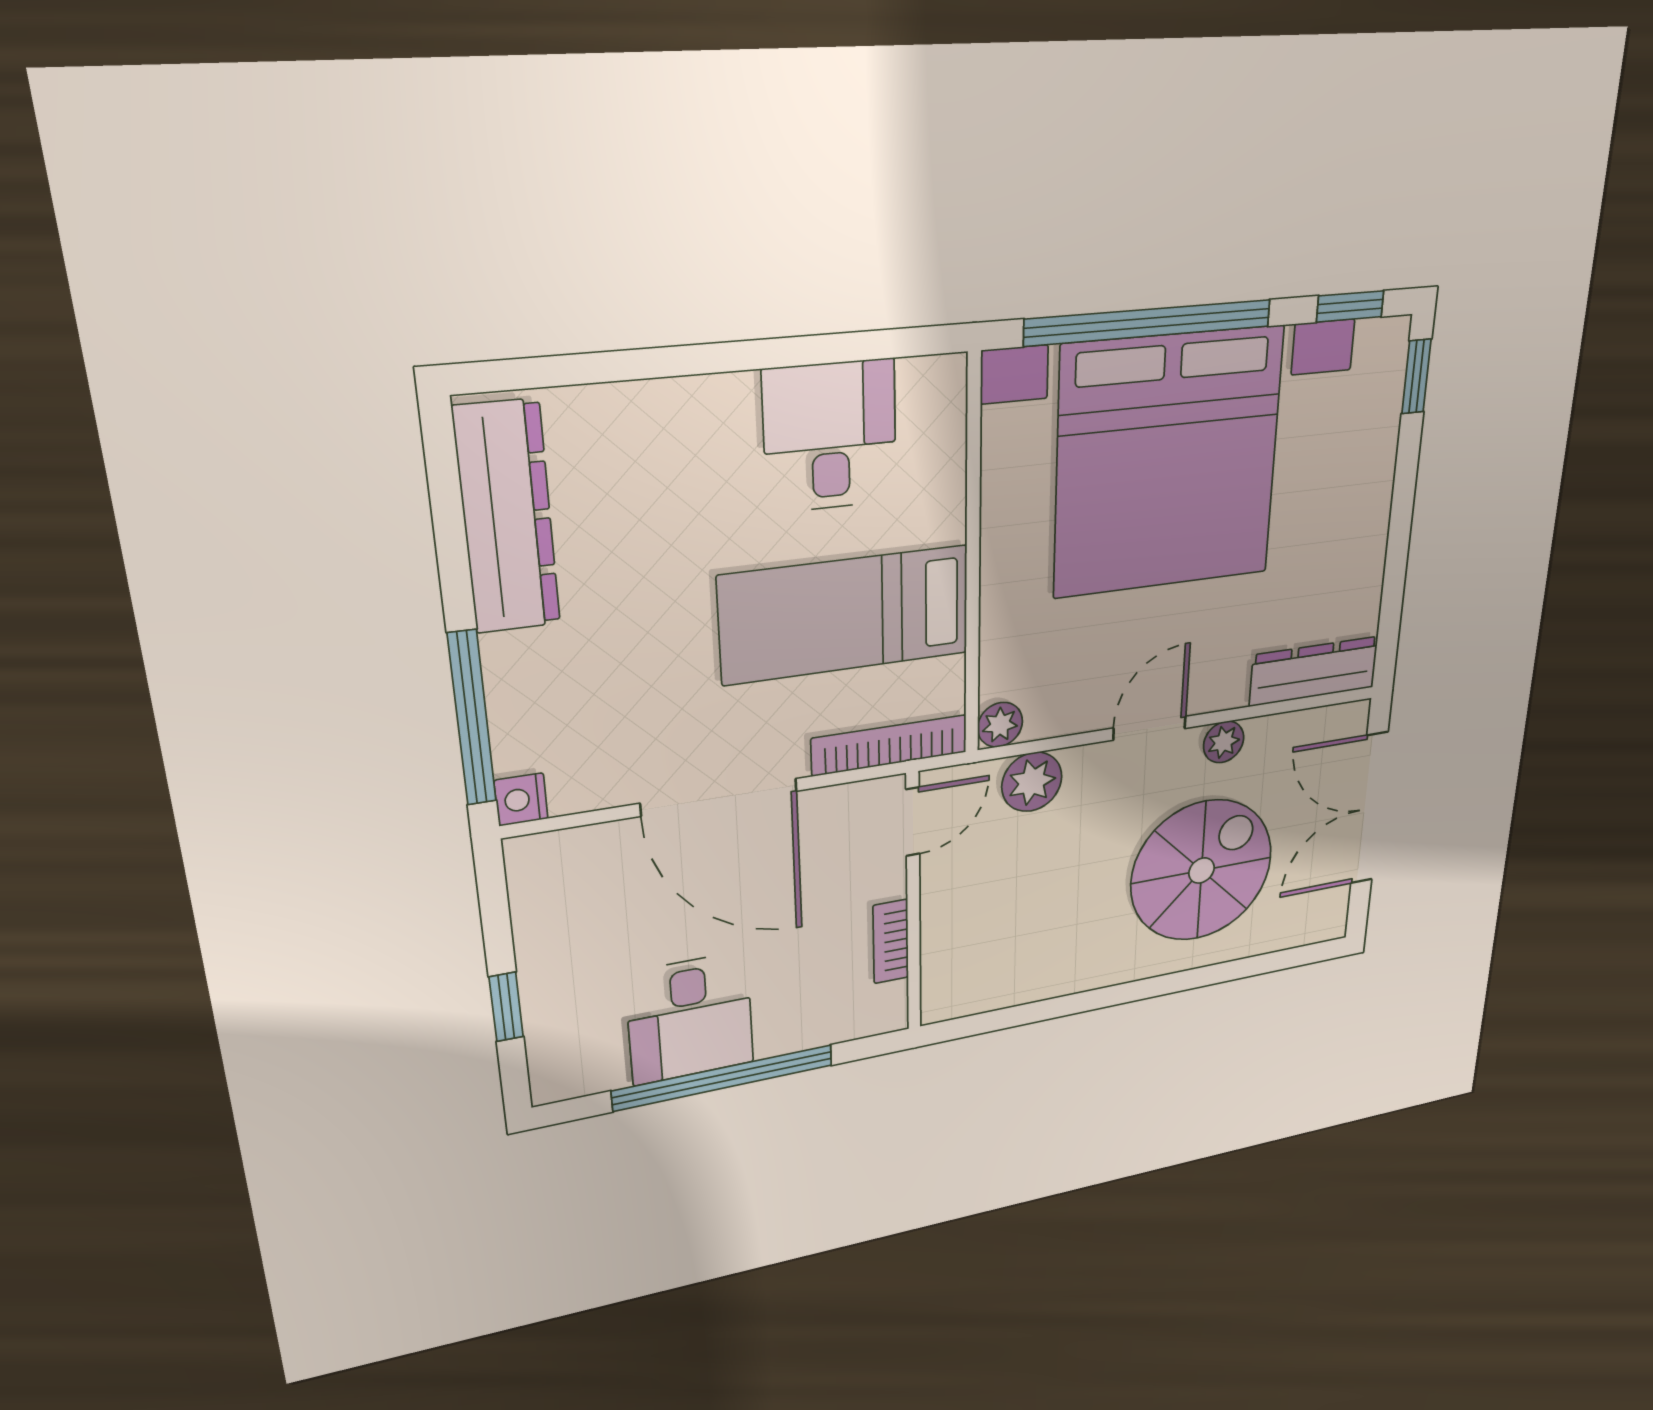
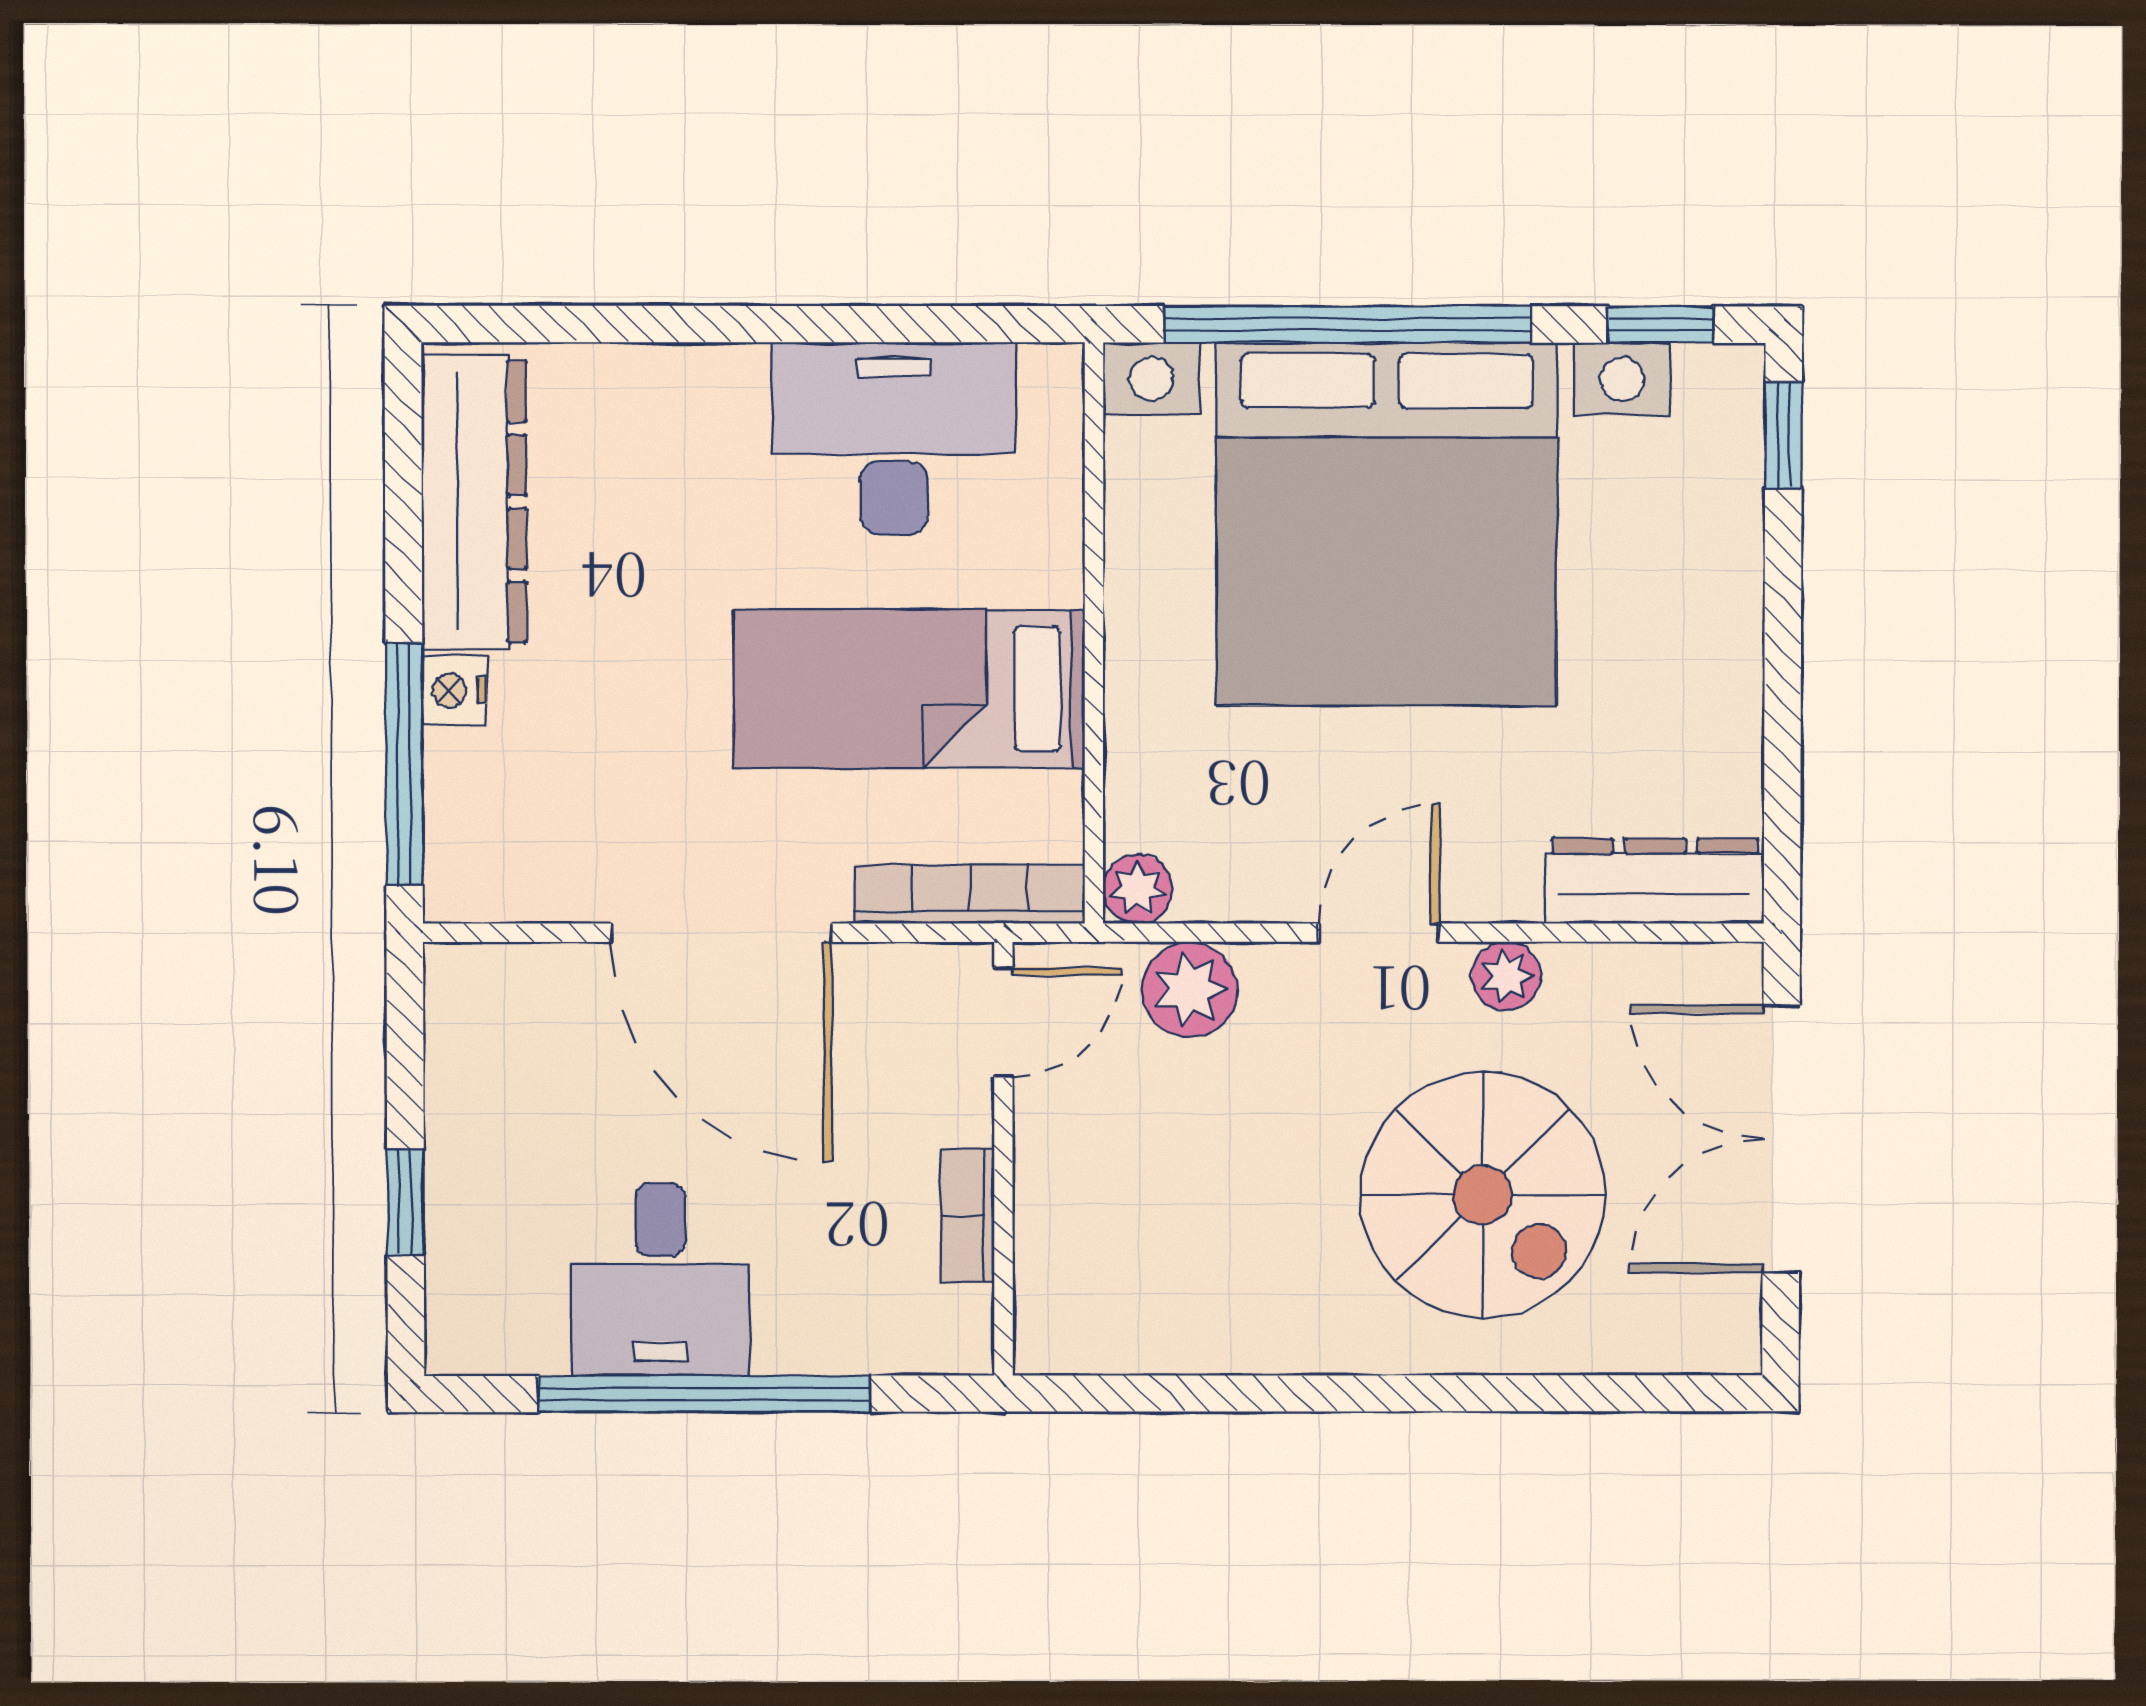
desk: (830, 436) -> (894, 438), width x1.37
nightstand: (521, 800) -> (454, 690), moved
spiral stairs: (1202, 870) -> (1483, 1195), turned 90

